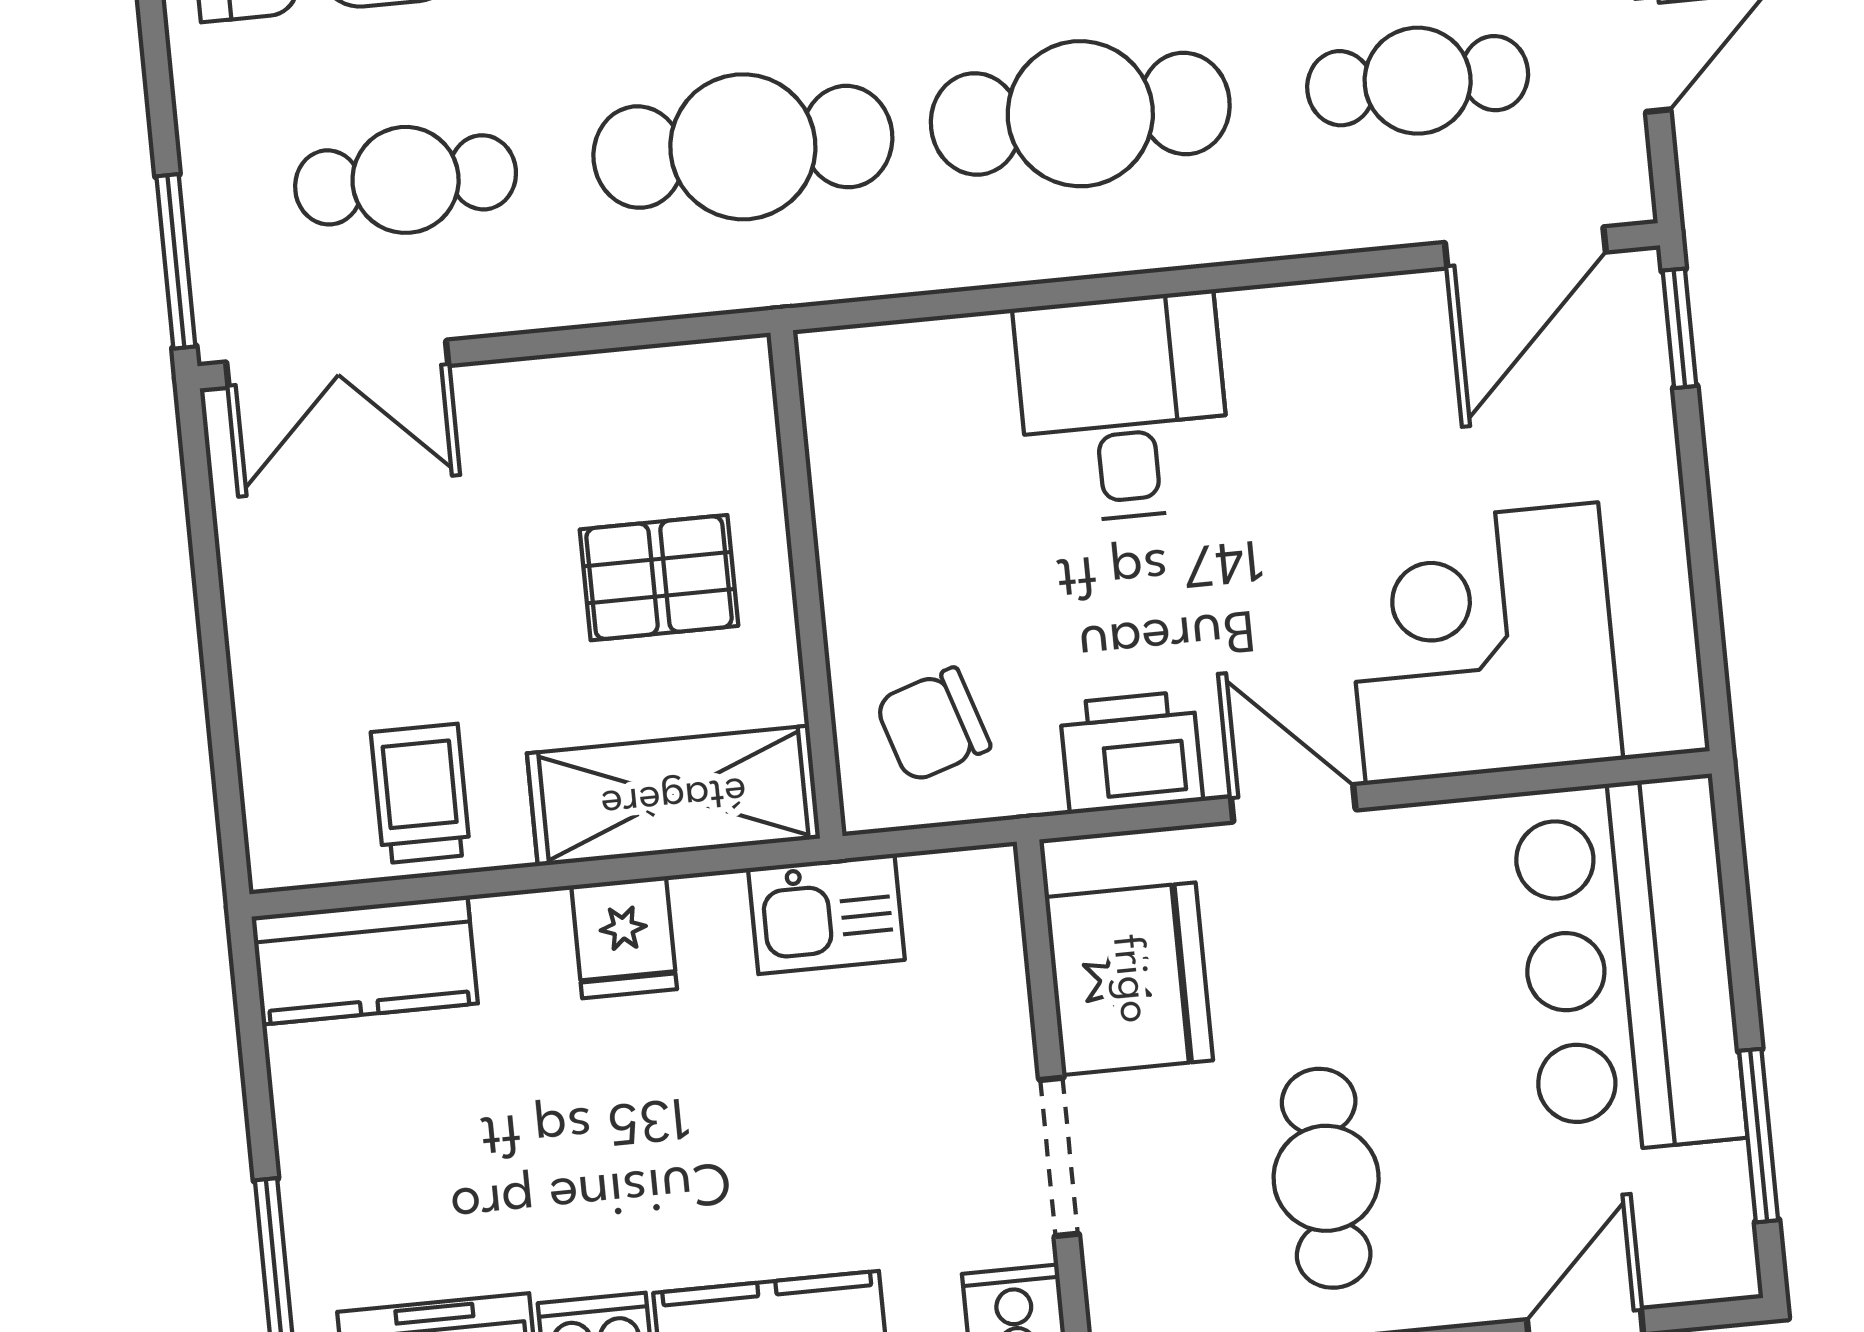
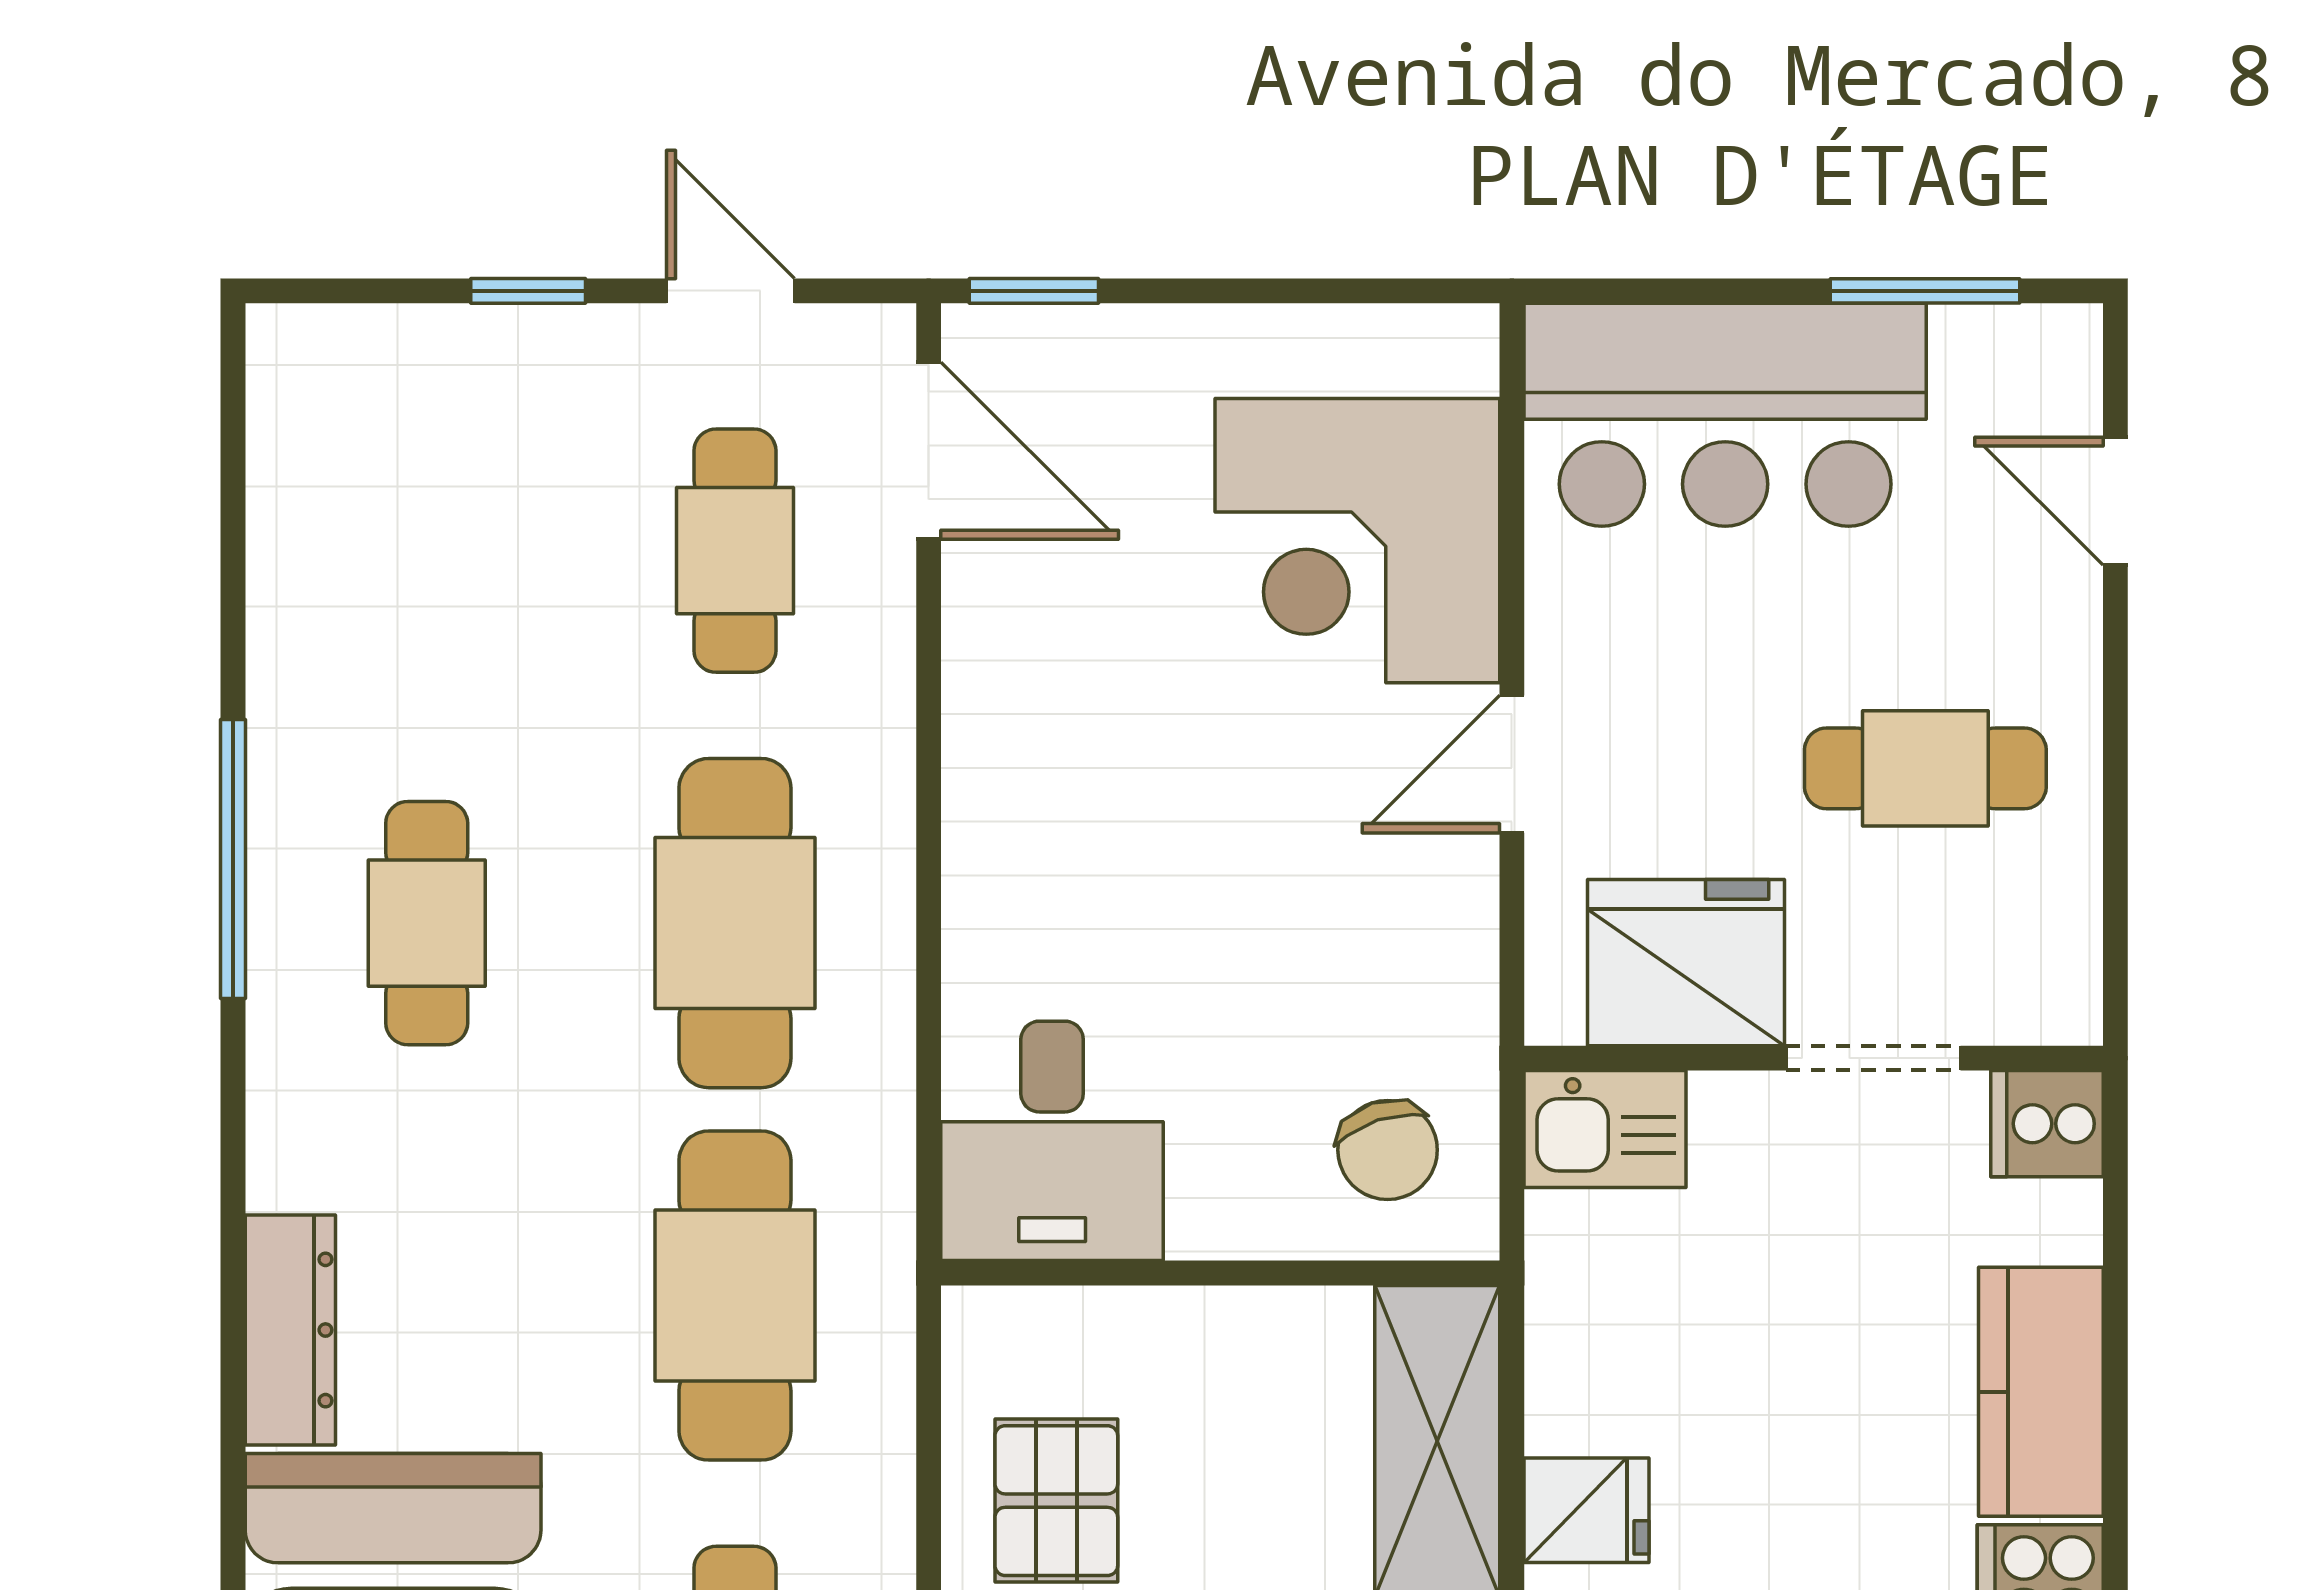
desk: (1123, 408) -> (1052, 1141), moved, turned -90
pallet: (659, 578) -> (1056, 1501), moved
printer: (1131, 752) -> (1439, 936), removed
kitchen sink: (826, 914) -> (1605, 1129), moved, turned 90

